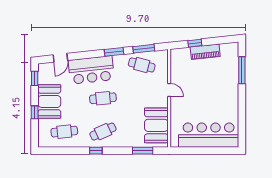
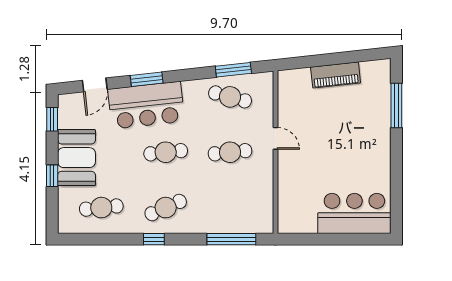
window: (195, 43) -> (318, 61), removed
window: (114, 52) -> (147, 79), moved
cafe table: (142, 98) -> (230, 152), added
booth: (156, 125) -> (254, 197), removed
bar counter: (209, 135) -> (354, 213), width x0.73
window: (143, 151) -> (231, 239), width x1.44

